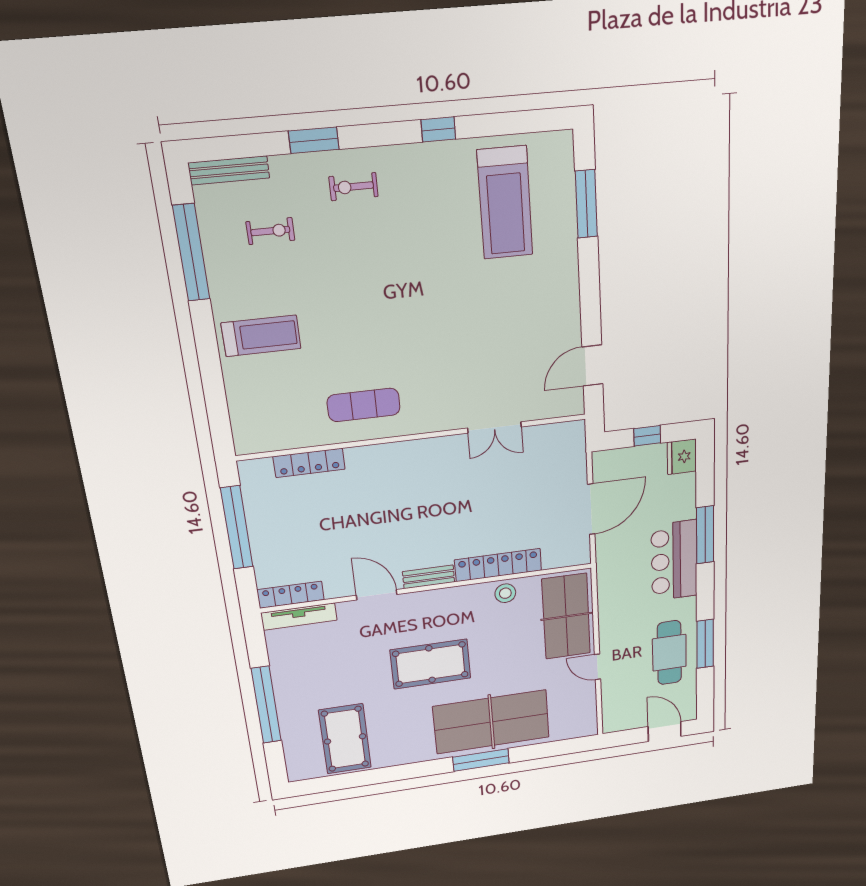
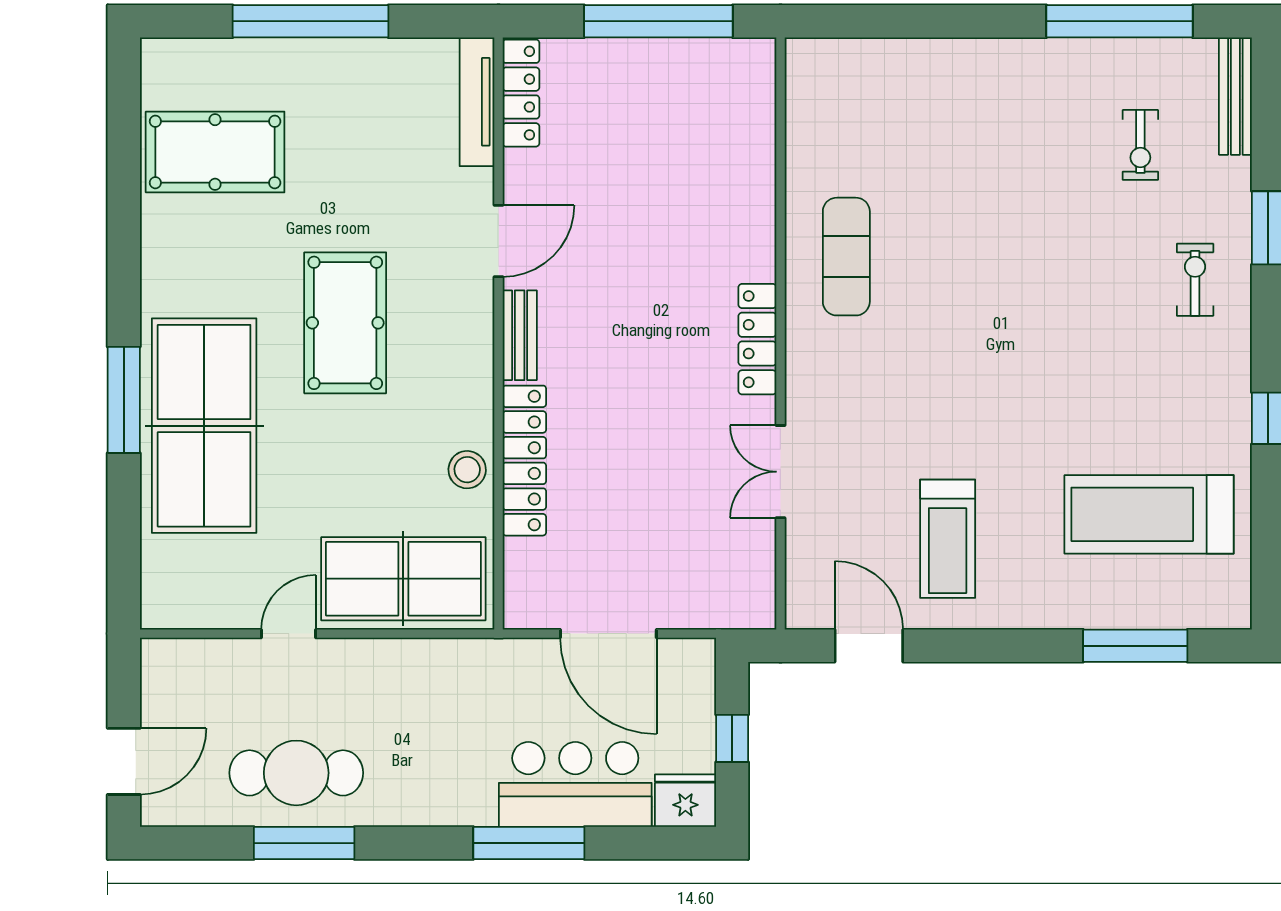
treadmill: (261, 336) -> (948, 539), moved
locker: (309, 463) -> (757, 339), moved
bar counter: (674, 561) -> (575, 784), moved

